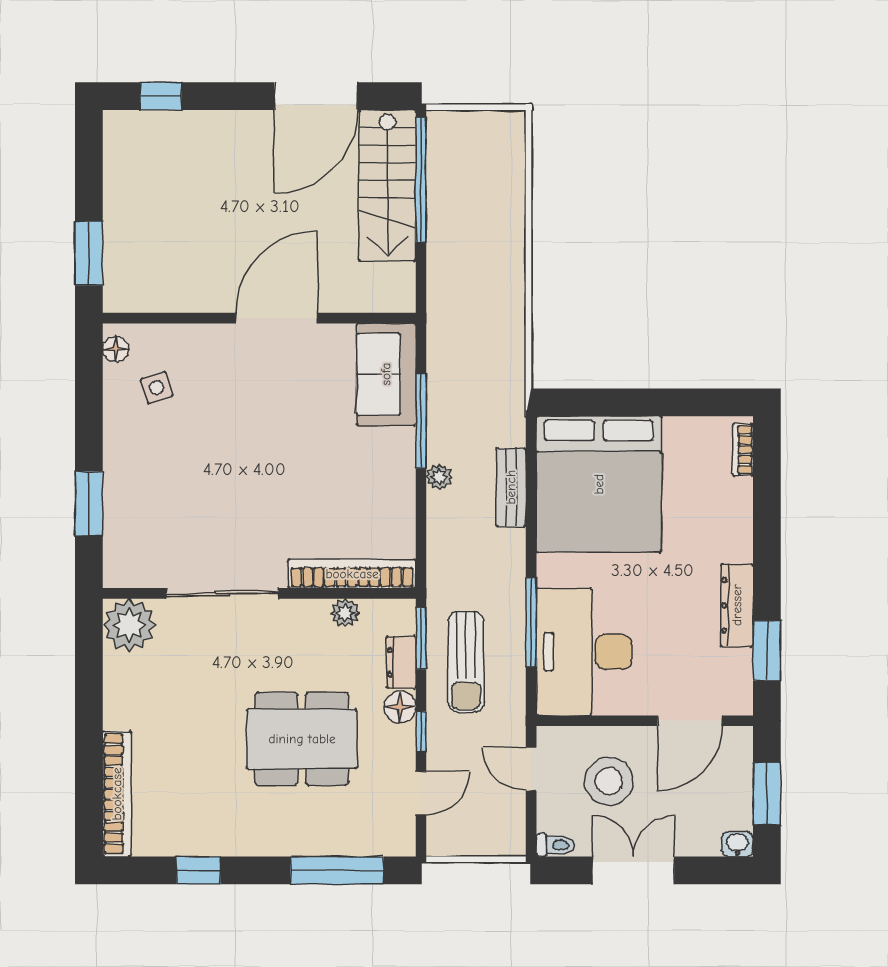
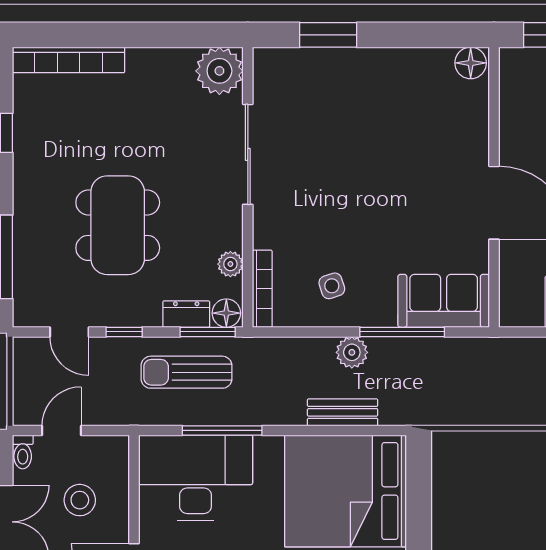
floor lamp: (116, 349) -> (471, 63), width x1.37, depth x1.37
side table: (157, 388) -> (332, 286), moved
plant: (439, 477) -> (352, 352), width x1.38, depth x1.38
bookcase: (352, 574) -> (262, 289), width x0.68, depth x0.76
floor lamp: (400, 707) -> (226, 313), moved
door: (531, 769) -> (62, 430), moved
stool: (609, 781) -> (80, 500), width x0.73, depth x0.73

